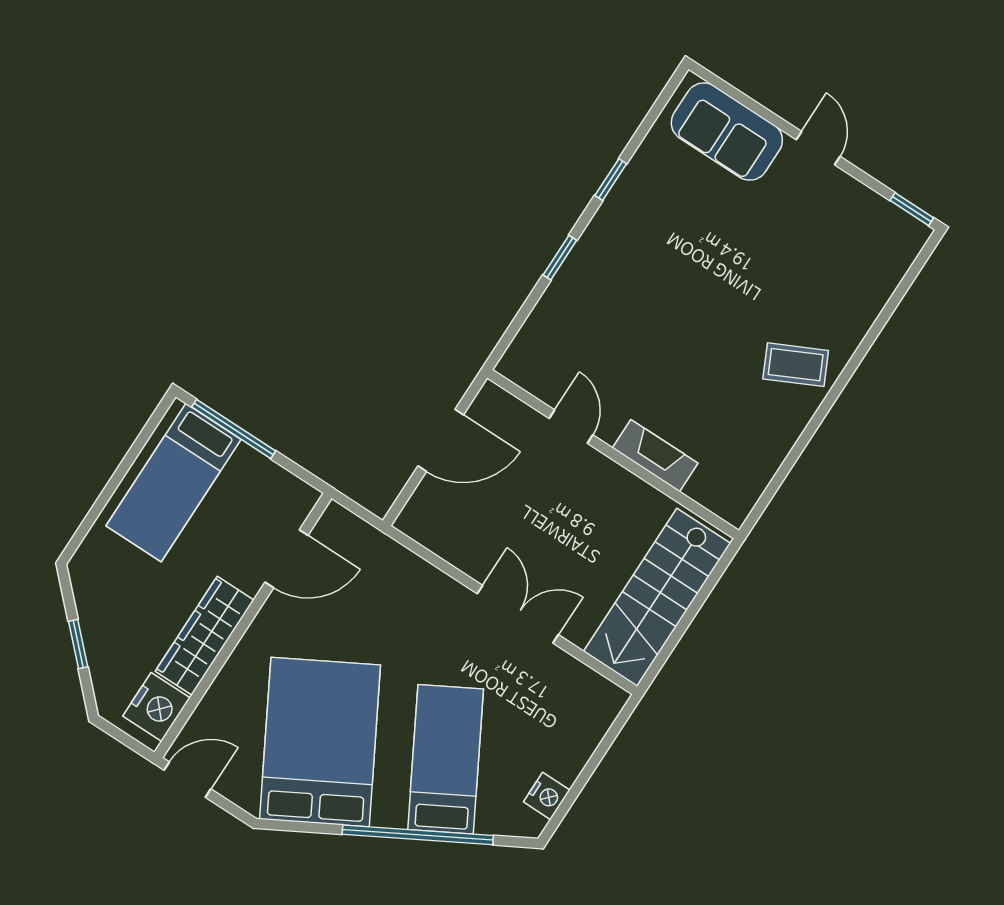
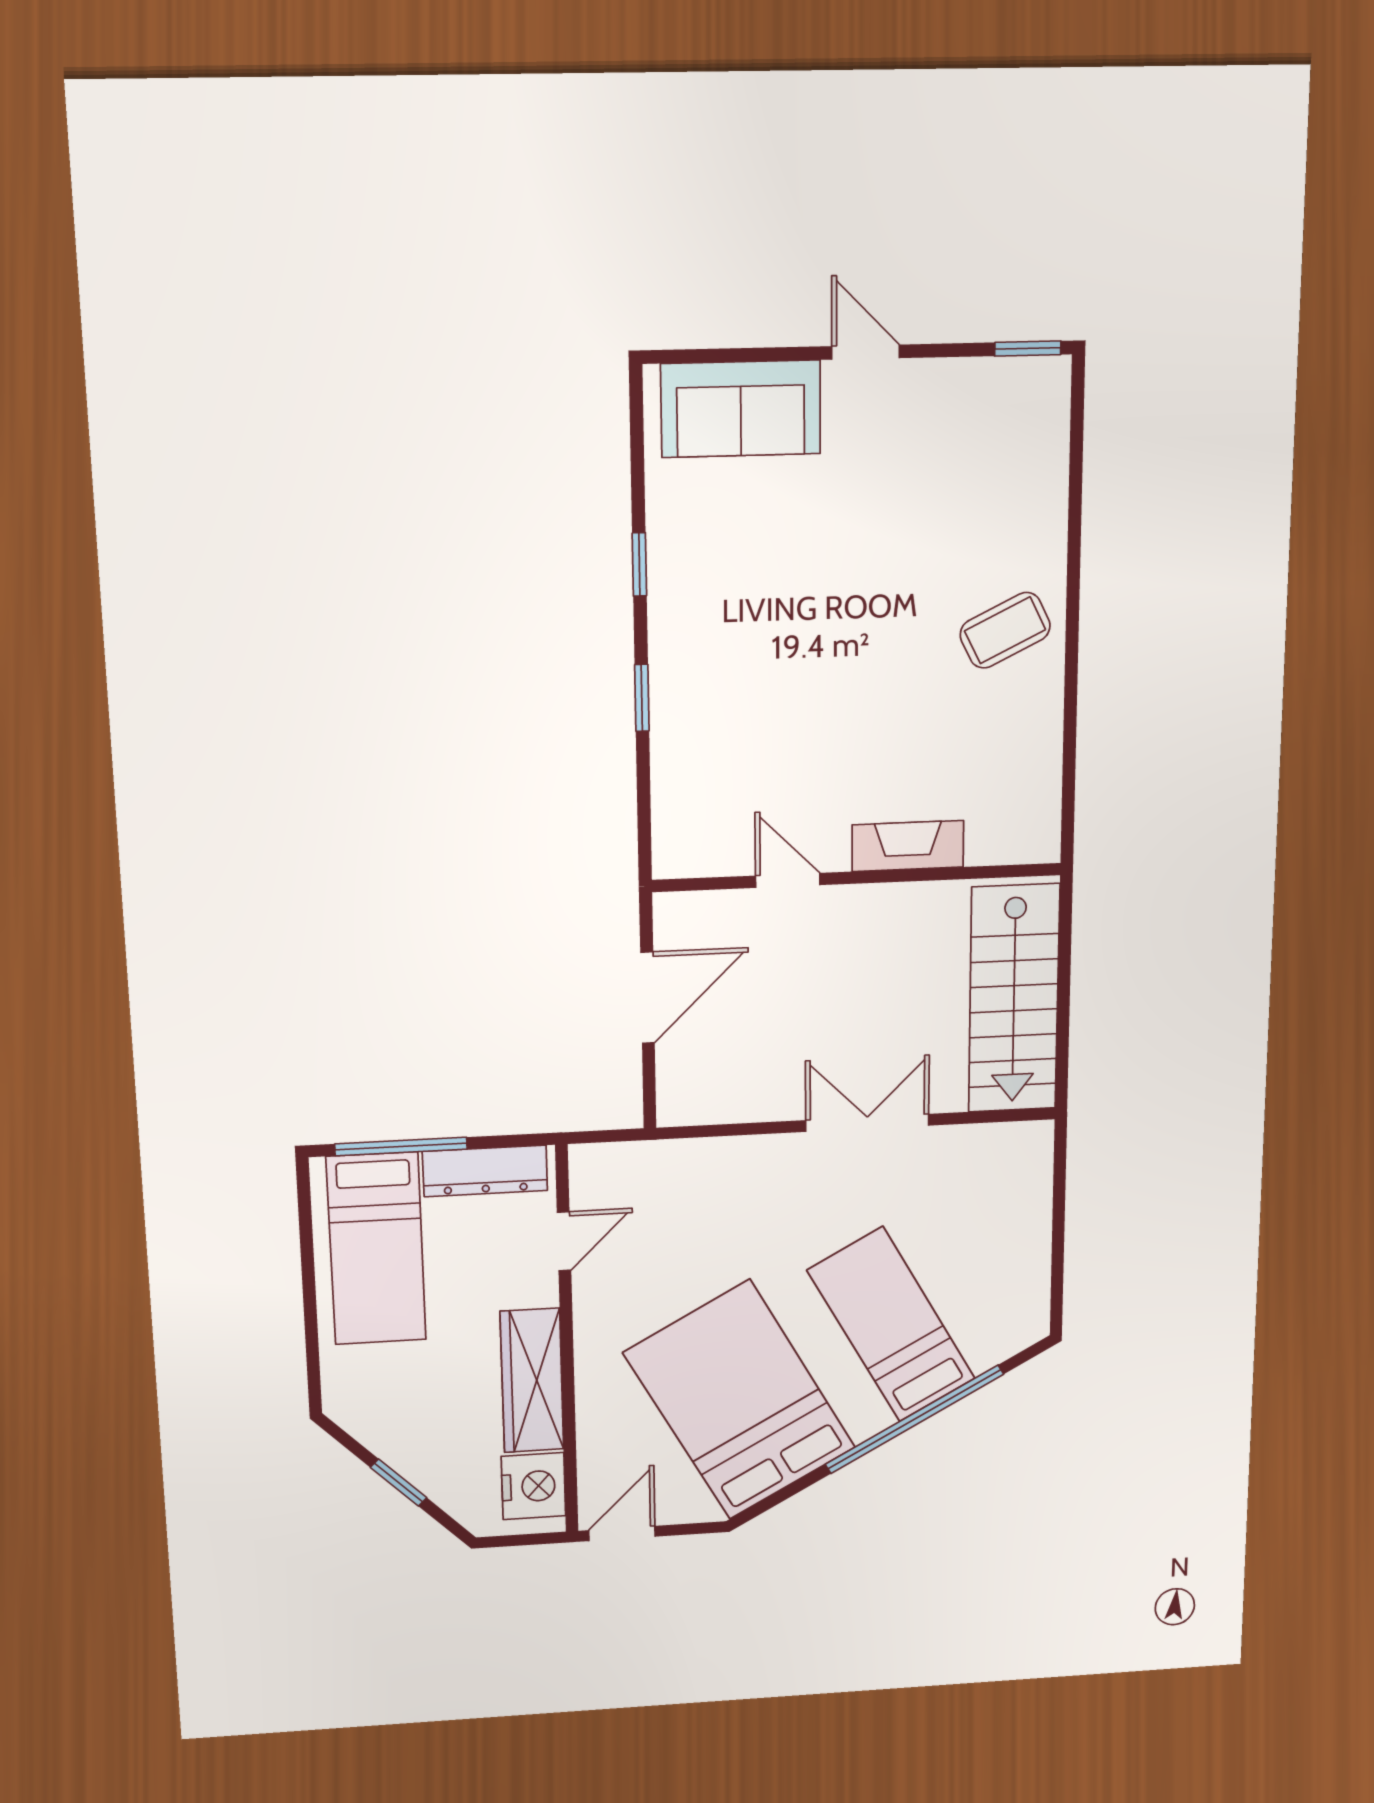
dresser: (272, 480) -> (485, 1171), added
door: (287, 559) -> (564, 1241), width x0.73
nightstand: (547, 796) -> (1030, 1287), removed

